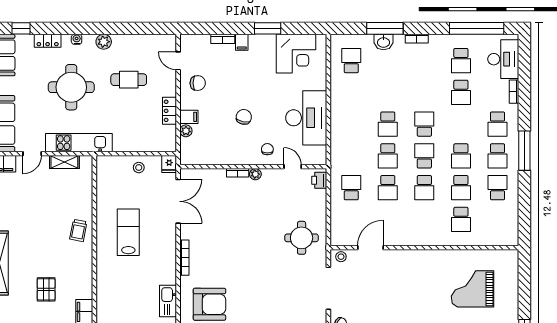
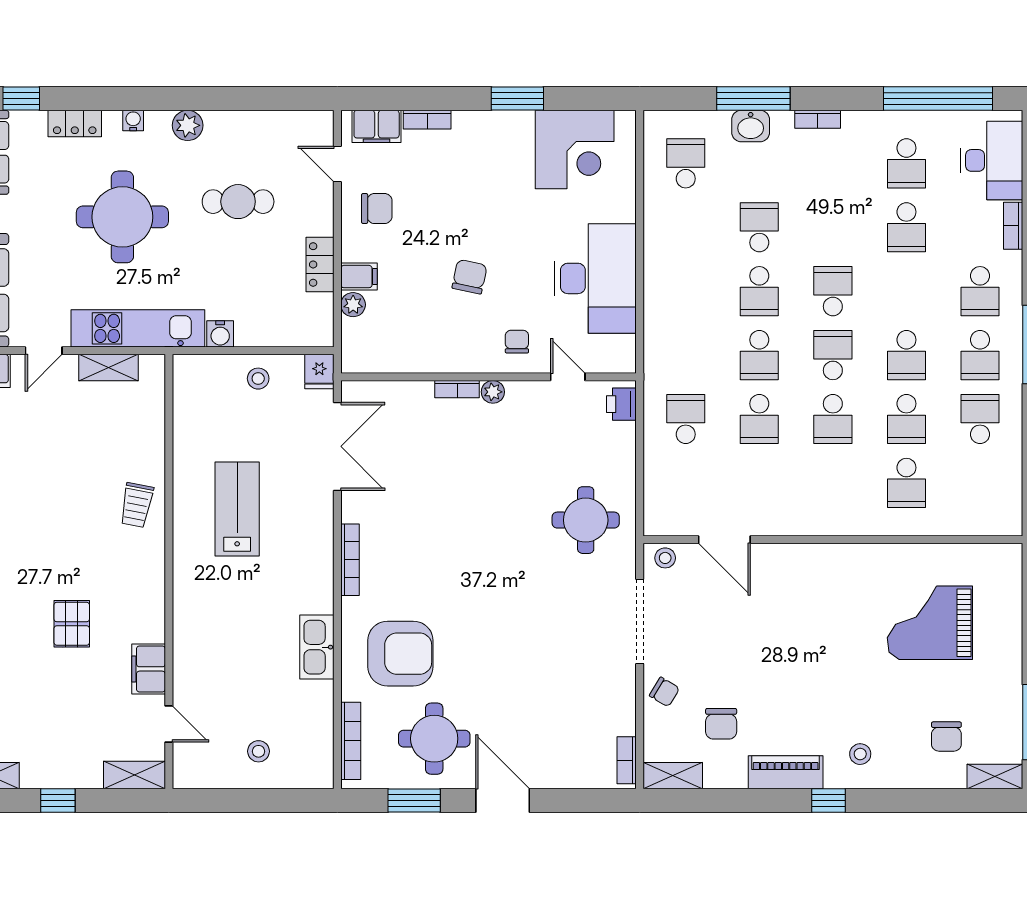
filing cabinet: (242, 42) -> (377, 126), moved, width x2.00
school desk: (388, 92) -> (759, 227), added
water cooler: (120, 145) -> (220, 334), added
door: (370, 248) -> (724, 540), swing flipped

